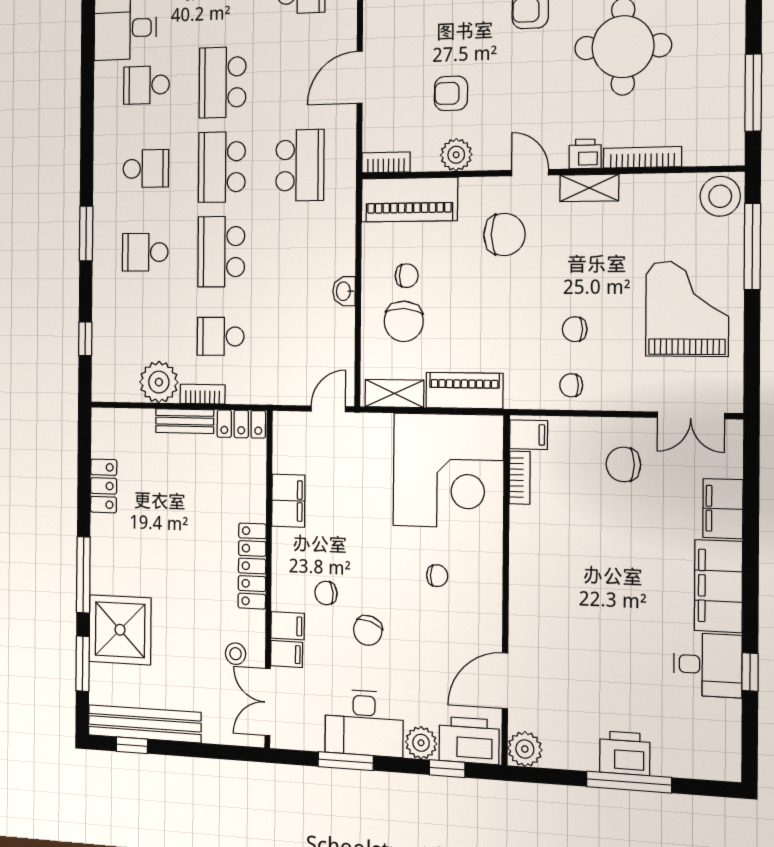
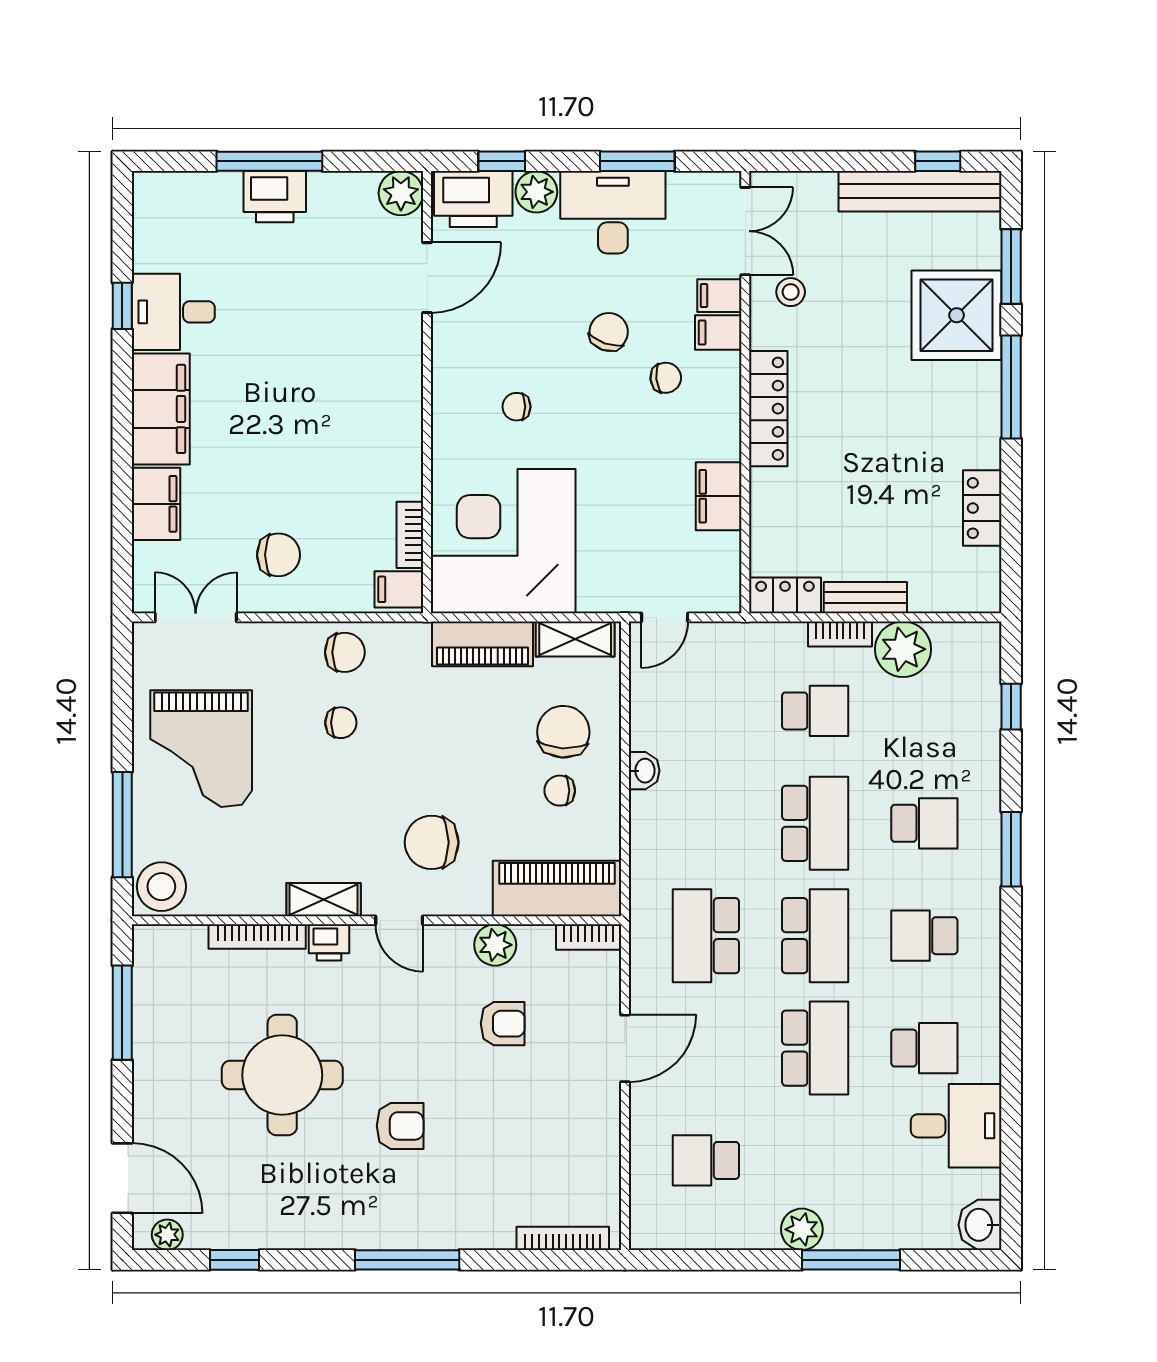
chair: (571, 385) -> (345, 652), width x1.37, depth x1.37

